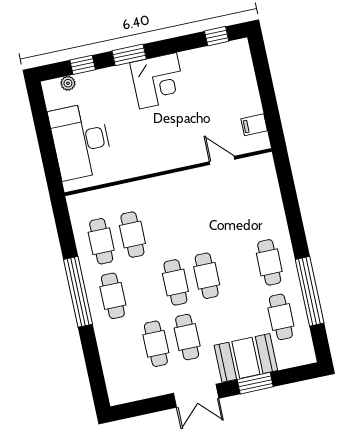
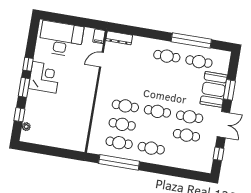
window: (217, 36) -> (28, 64), moved
filing cabinet: (254, 125) -> (99, 36), moved
desk: (81, 141) -> (61, 39), moved, turned 180
dresser: (268, 175) -> (119, 38), added
cafe table: (207, 276) -> (125, 106), moved
window: (78, 292) -> (119, 162), moved
window: (146, 406) -> (218, 154), added

